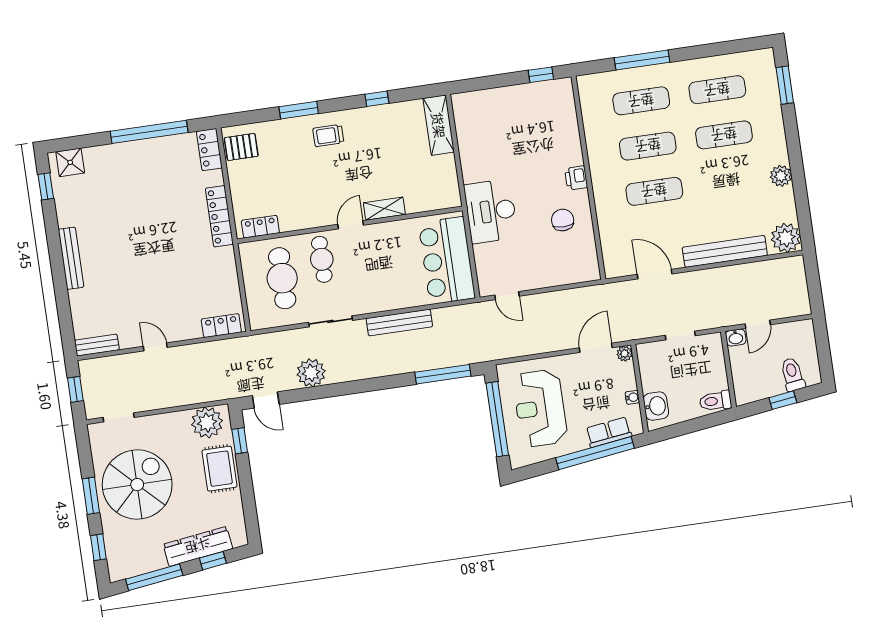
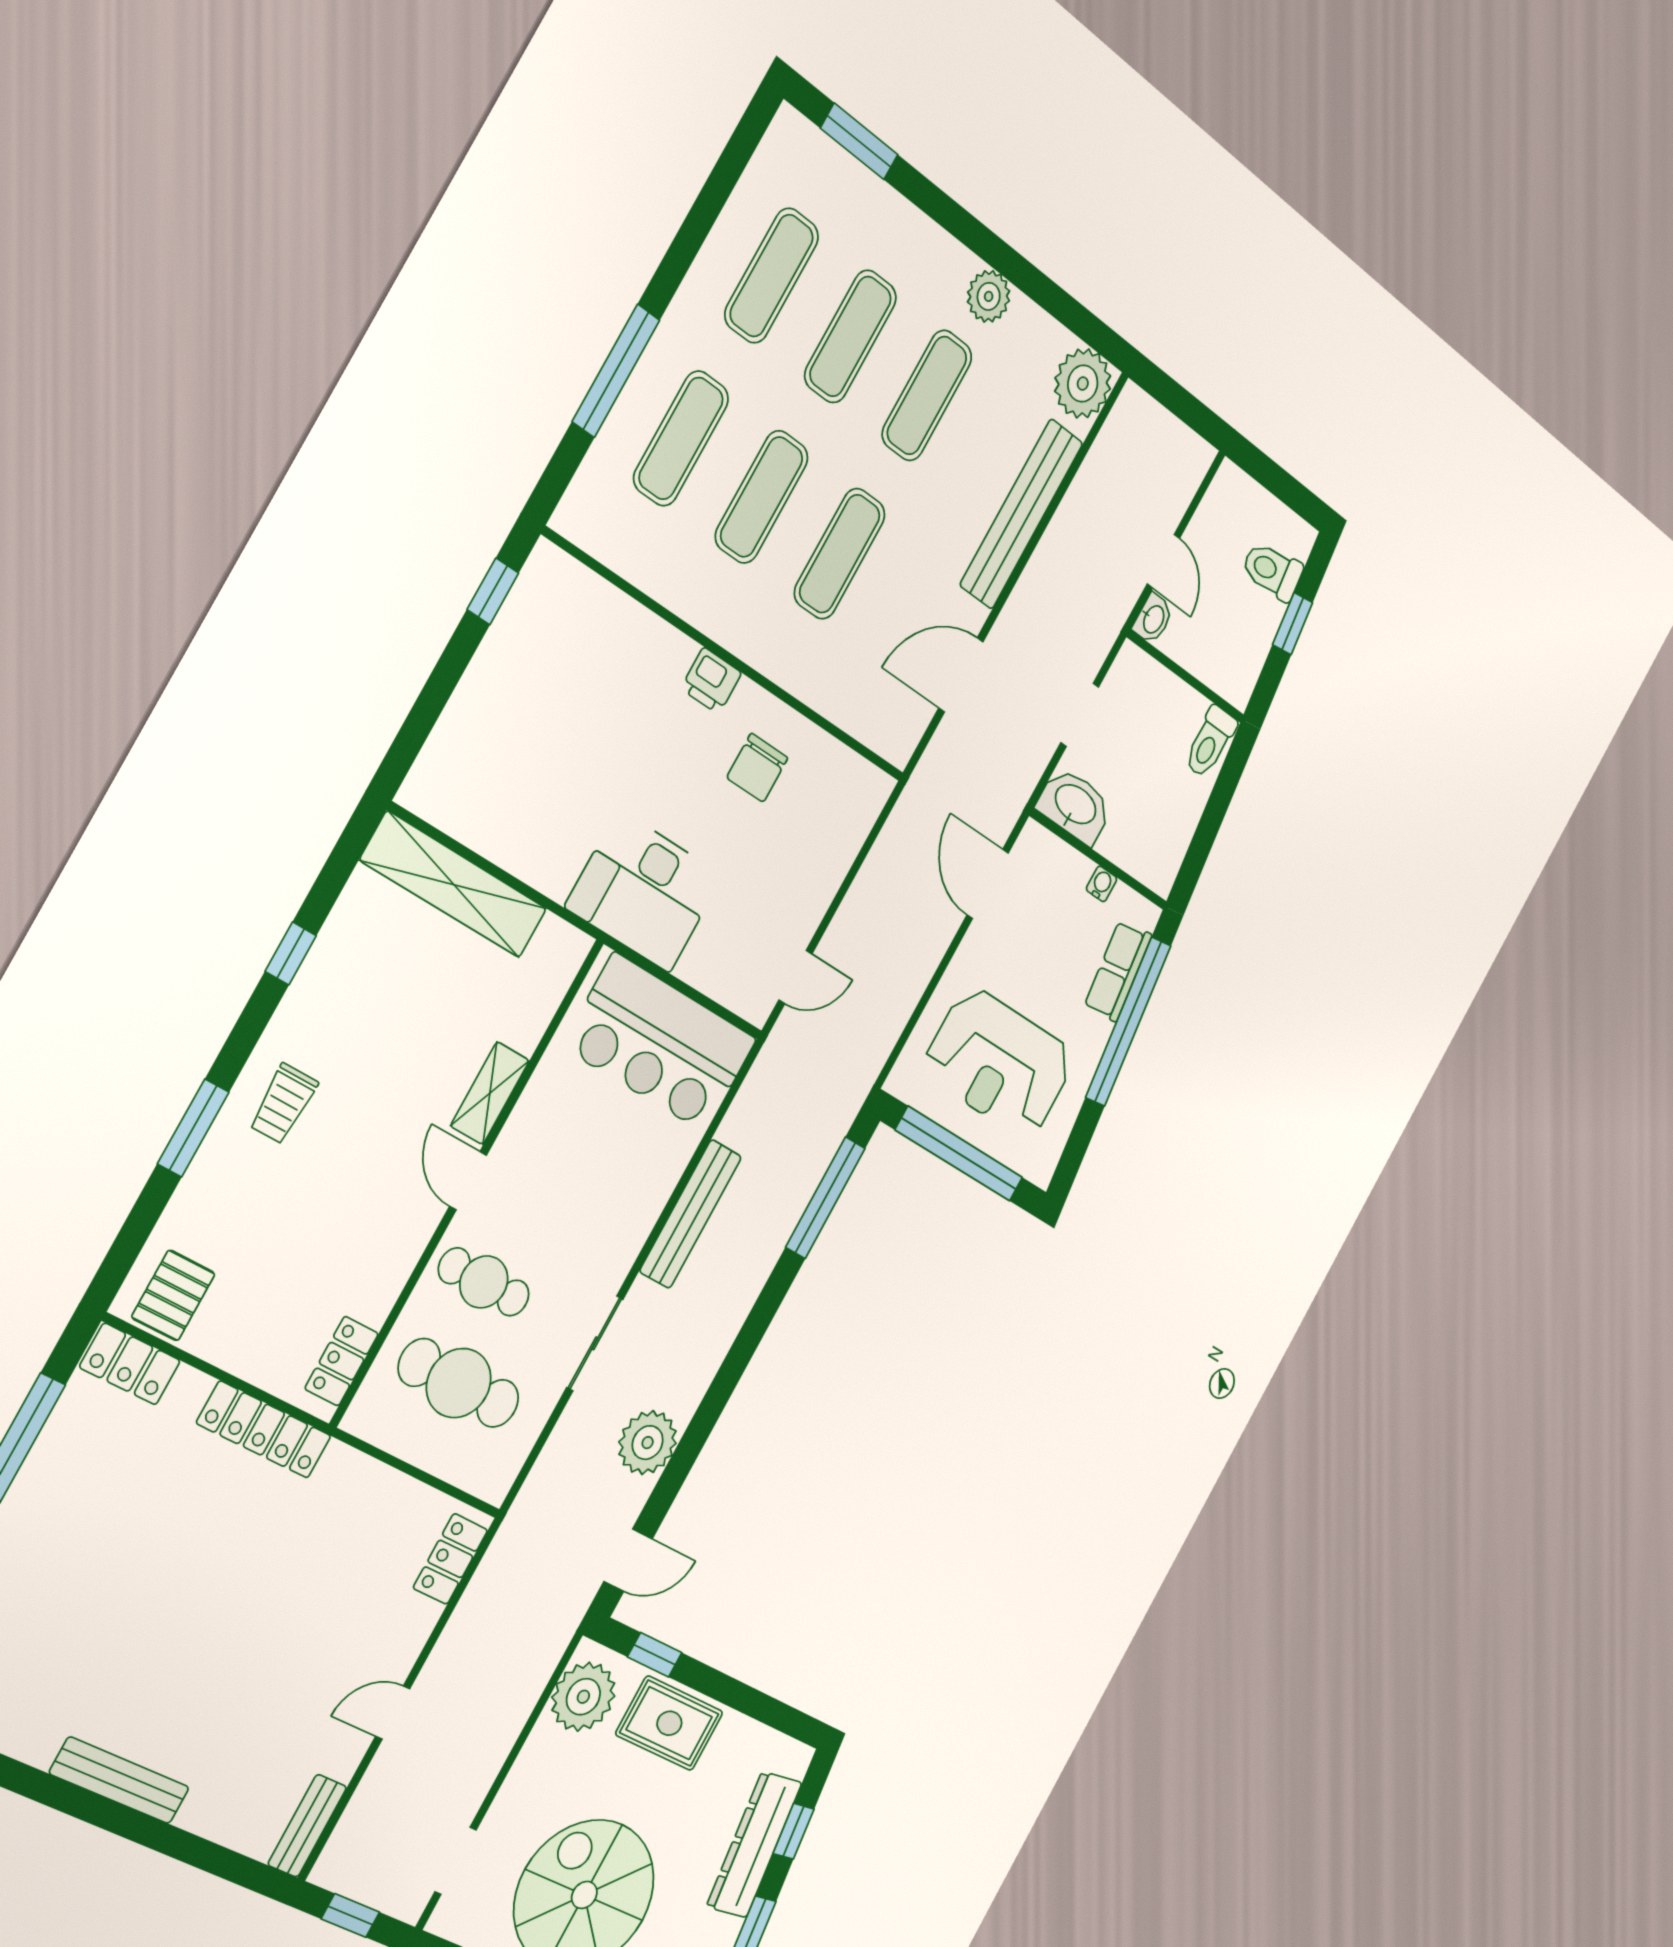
shelving: (439, 125) -> (454, 885), width x1.47
exercise mat: (731, 180) -> (927, 395), added
chair: (563, 220) -> (757, 768), turned -90
plant: (625, 354) -> (1033, 840), removed
washbasin: (656, 406) -> (1075, 806), moved, width x1.38

